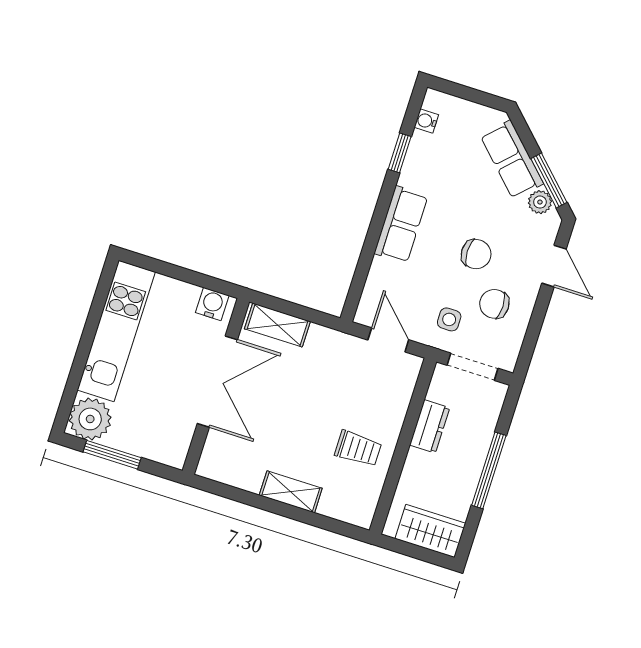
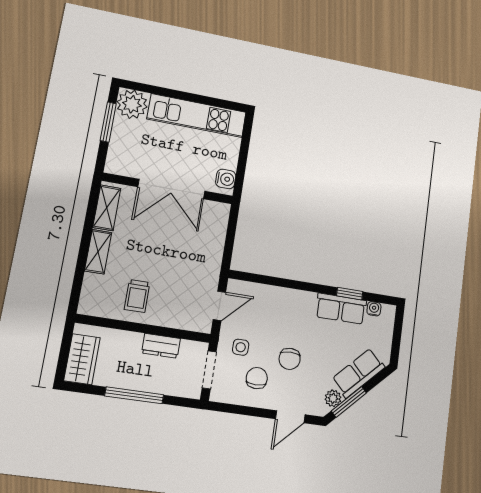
row of seats: (401, 225) -> (341, 309), moved
shelving: (277, 325) -> (107, 208), moved

